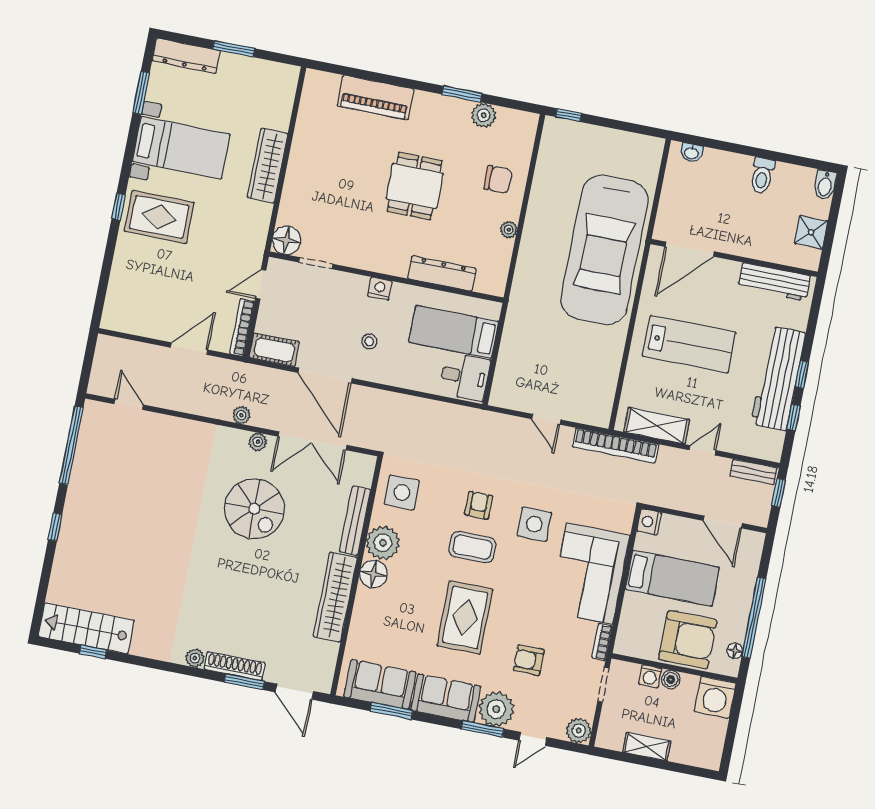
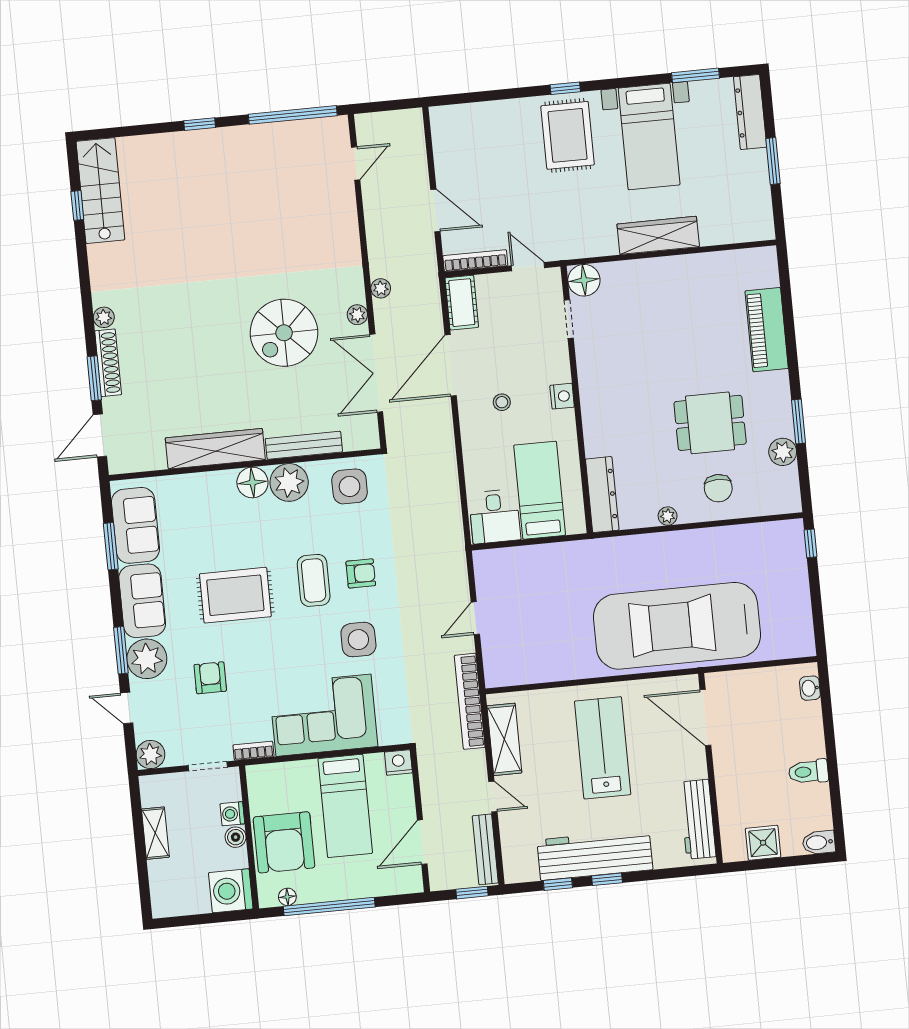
dining table: (415, 186) -> (710, 423), moved
dresser: (442, 273) -> (602, 495), moved
lab bench: (689, 344) -> (603, 748), turned 180
bench: (753, 472) -> (485, 849), width x1.36

